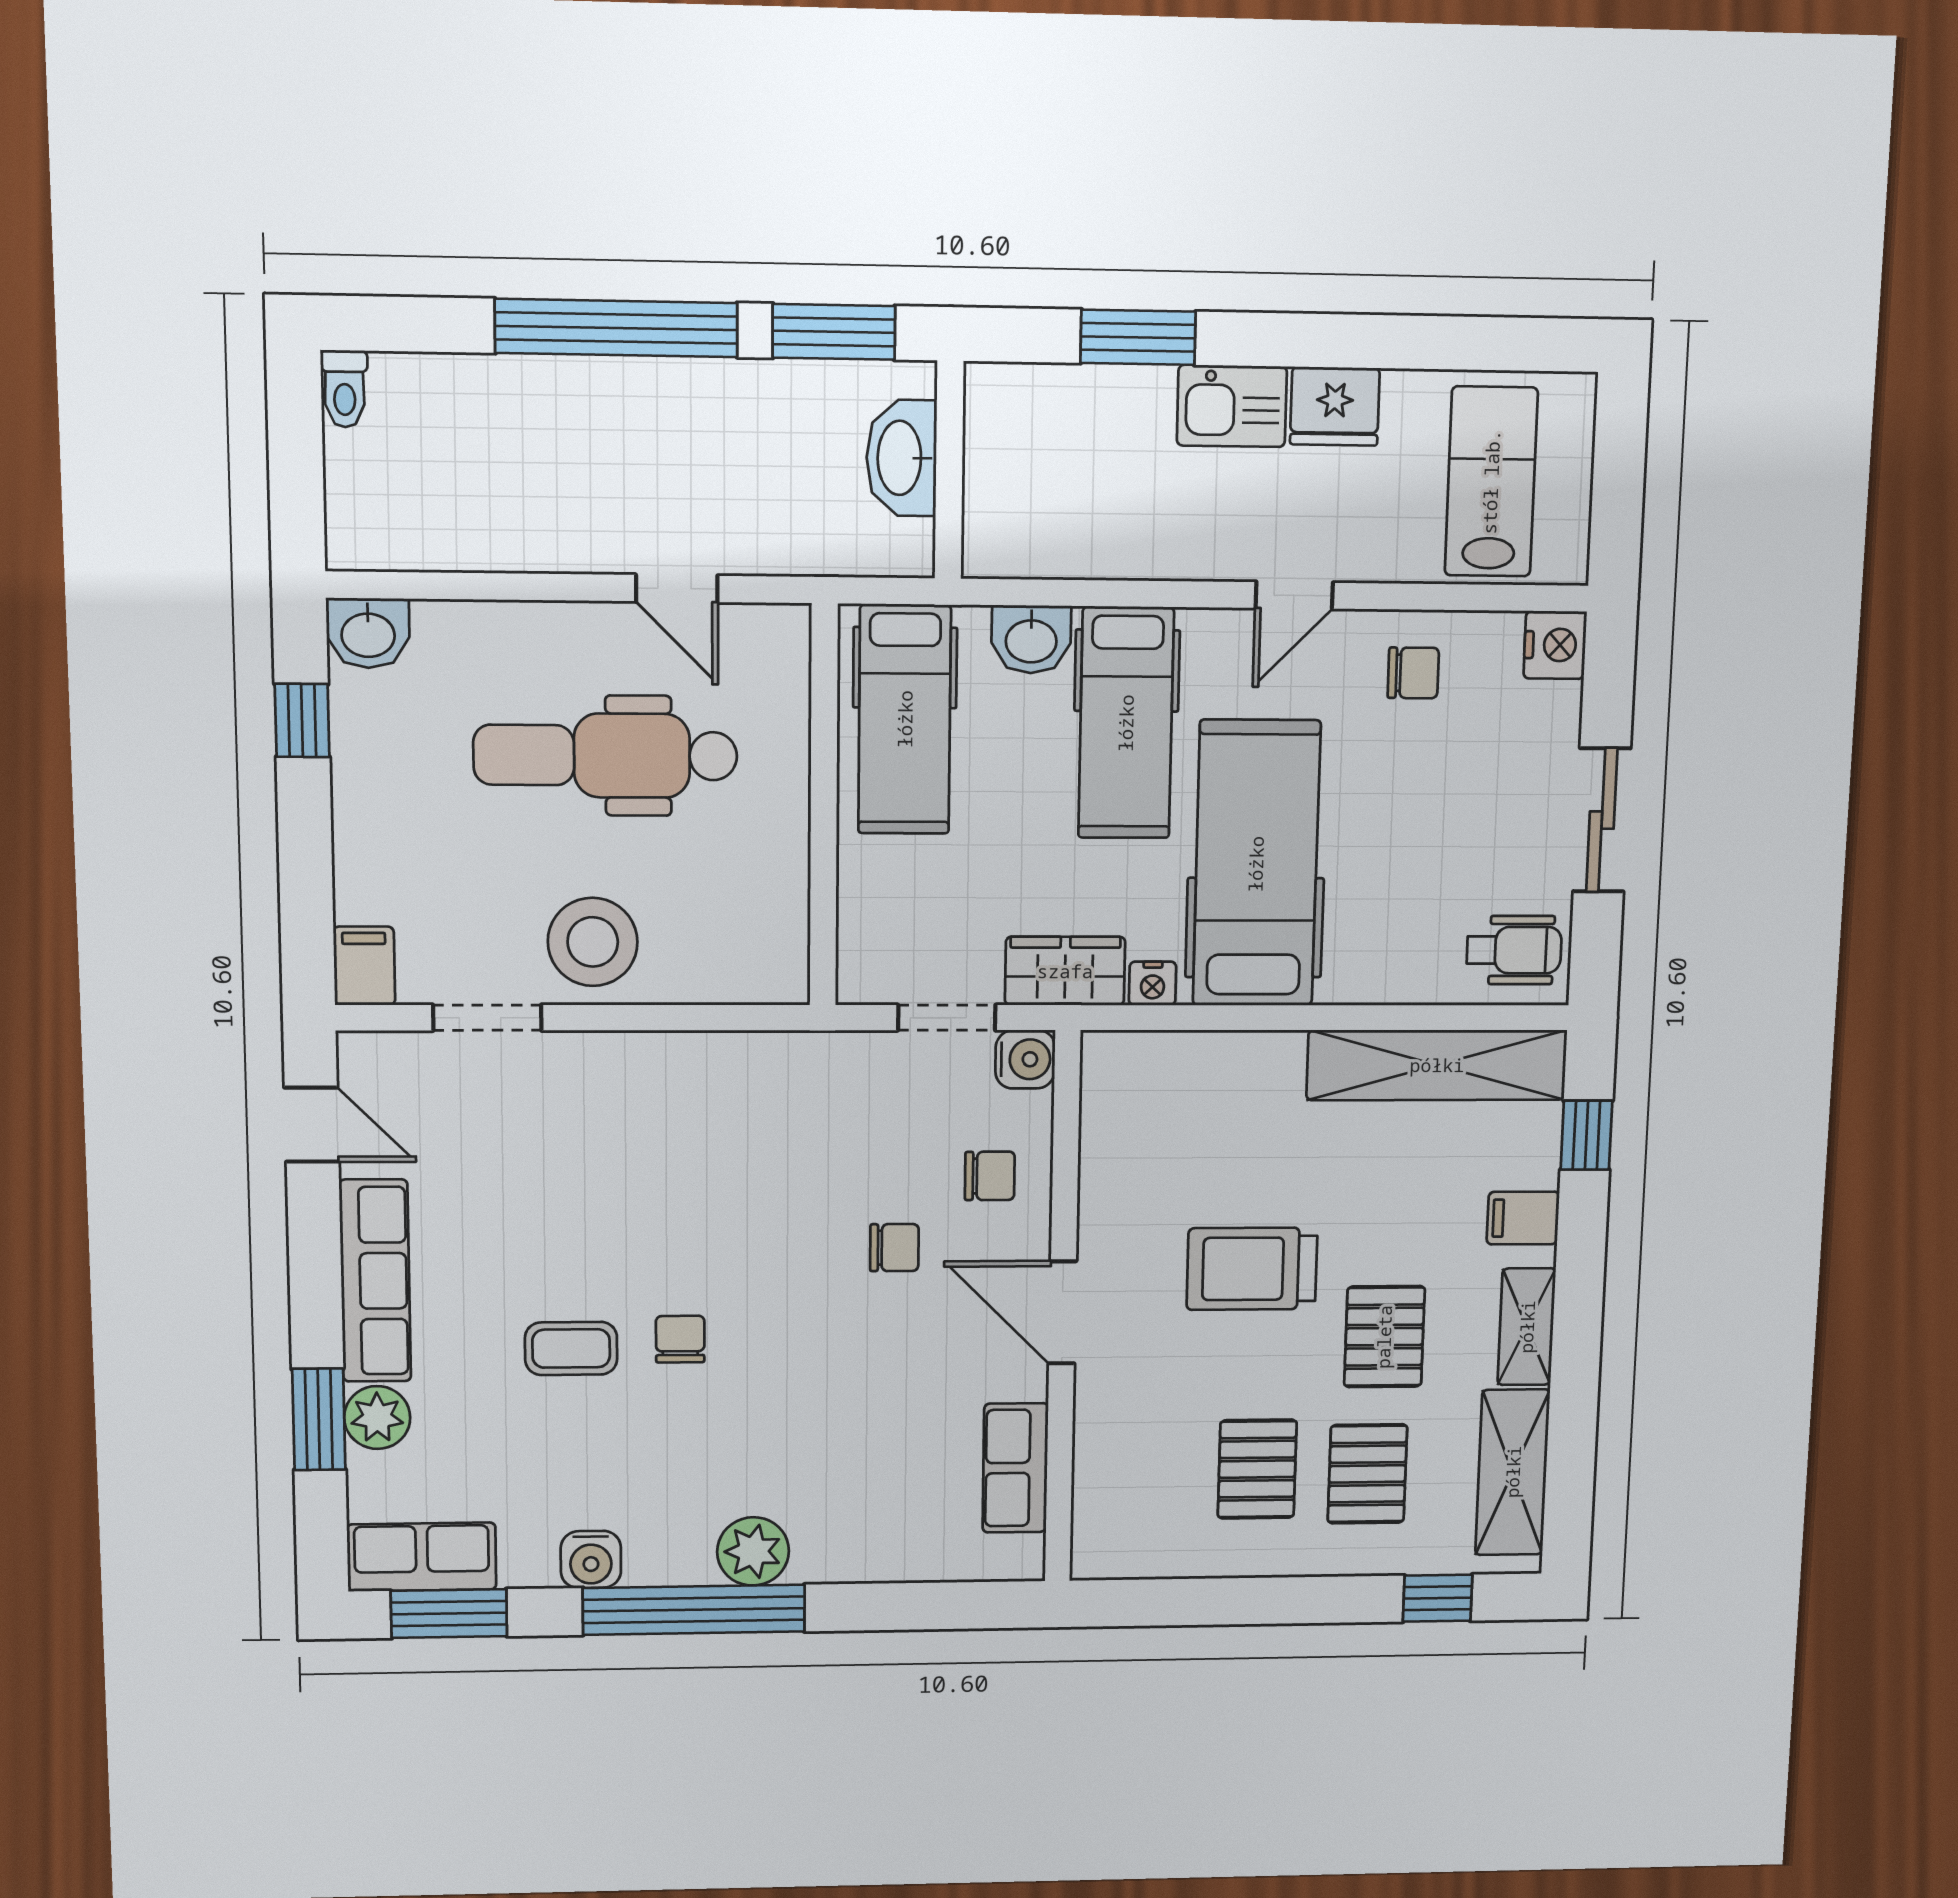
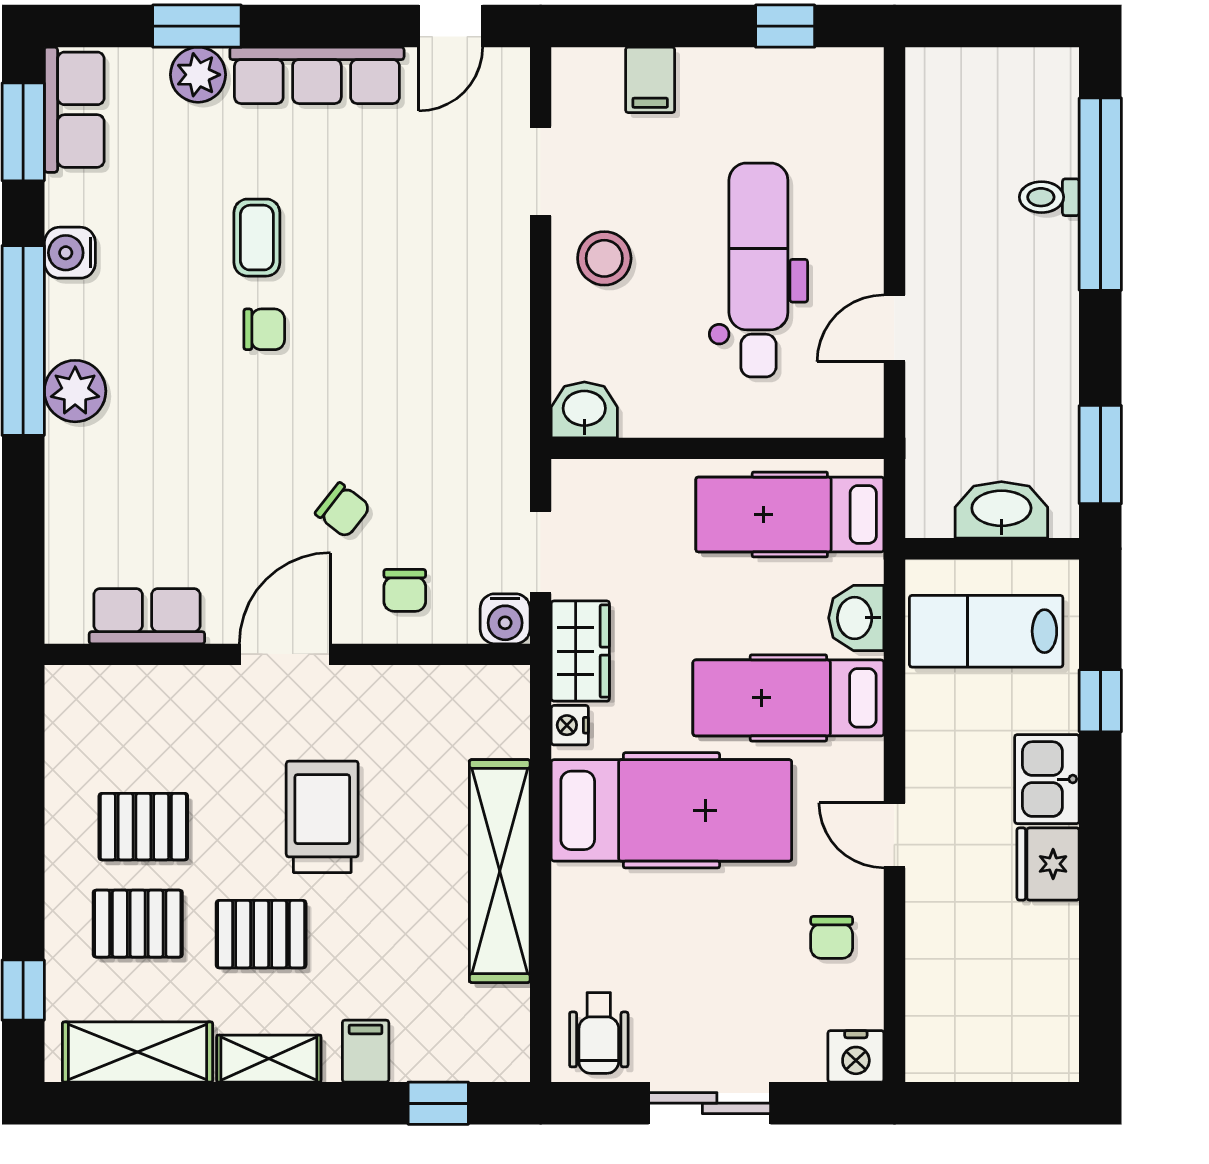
window: (616, 328) -> (1100, 194), moved
window: (1138, 337) -> (1100, 701), width x0.67
toilet: (345, 389) -> (1049, 197), moved
lab bench: (1491, 482) -> (986, 631), moved, turned 180
washbasin: (368, 633) -> (584, 410), moved, turned 90
stool: (593, 942) -> (604, 258), width x0.73, depth x0.73
filing cabinet: (364, 966) -> (650, 80), moved, turned 90
shelving: (1437, 1065) -> (500, 871), moved
chair: (894, 1248) -> (343, 510), turned -52

